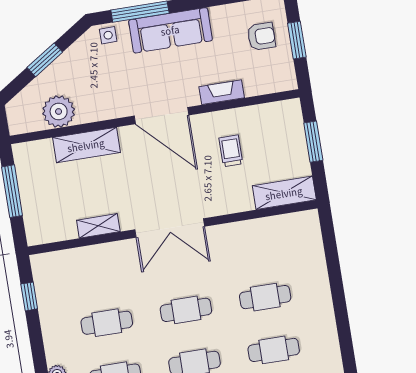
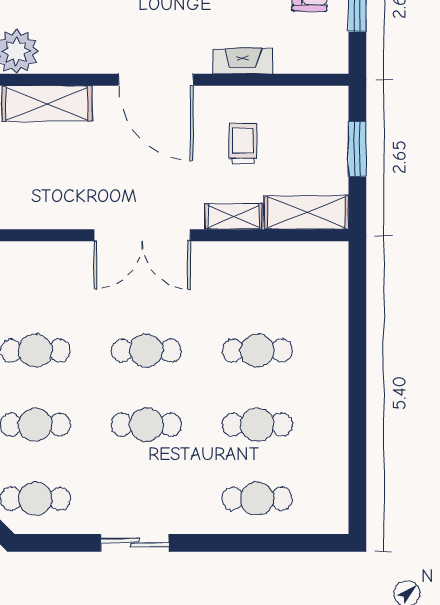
shelving: (98, 226) -> (234, 216), moved

